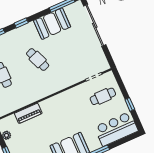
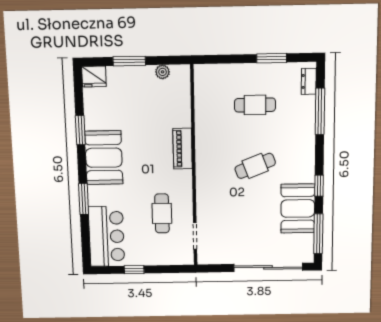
window: (21, 23) -> (319, 186), moved
cafe table: (103, 96) -> (162, 213), moved
piano: (28, 113) -> (183, 149), moved

